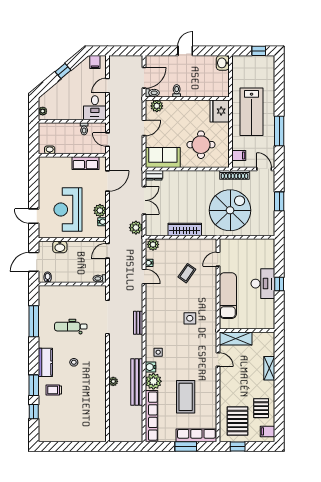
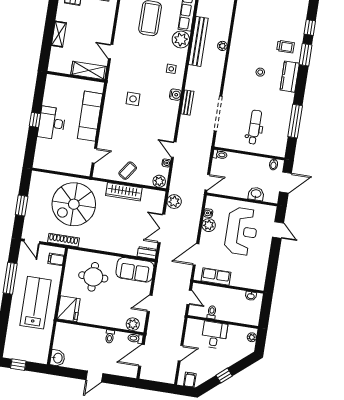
desk: (95, 108) -> (214, 335), moved
coffee table: (187, 273) -> (128, 171), moved
dental chair: (71, 327) -> (255, 127), moved, turned -90
water cooler: (150, 367) -> (175, 95), moved

